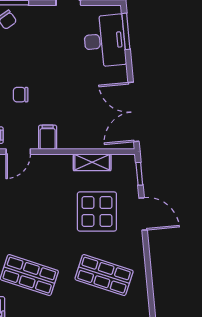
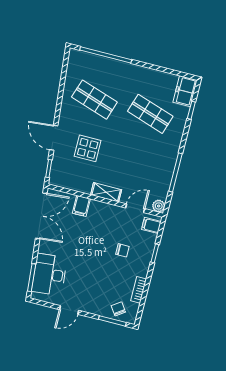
filing cabinet: (48, 137) -> (81, 206), moved
shelving: (92, 162) -> (106, 192), moved
display table: (97, 212) -> (88, 148), width x0.73, depth x0.73

